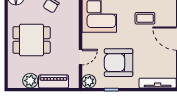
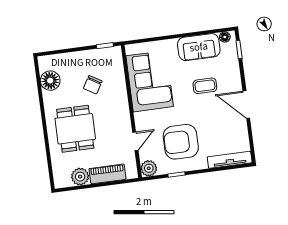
dining table: (32, 40) -> (75, 129), turned 90

